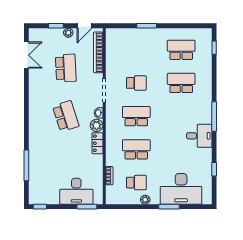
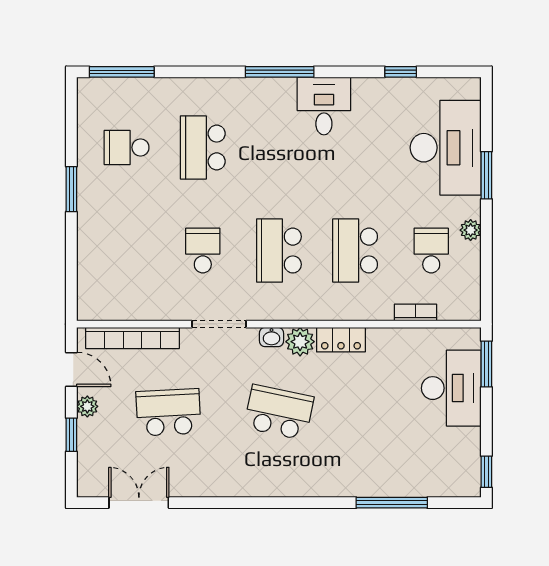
window: (147, 26) -> (71, 189), moved
window: (214, 48) -> (122, 72), width x2.17
school desk: (181, 50) -> (127, 147), width x0.54
school desk: (66, 116) -> (279, 412), turned 30

